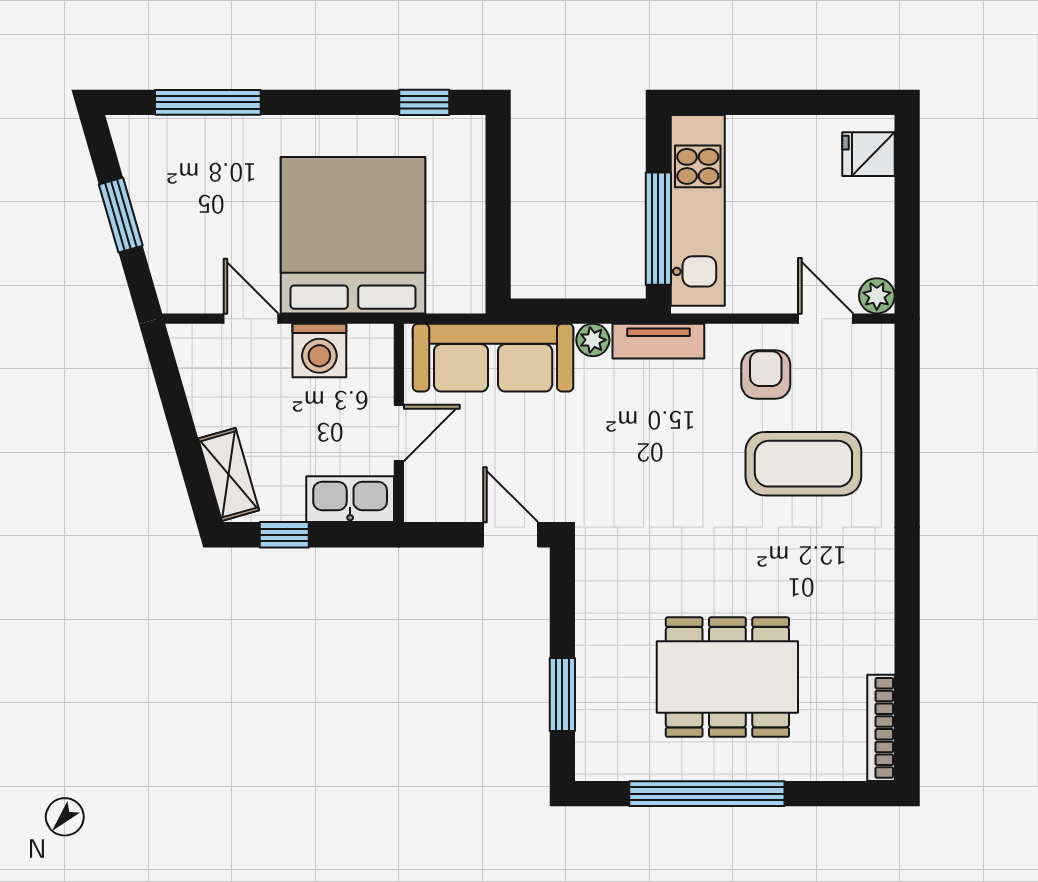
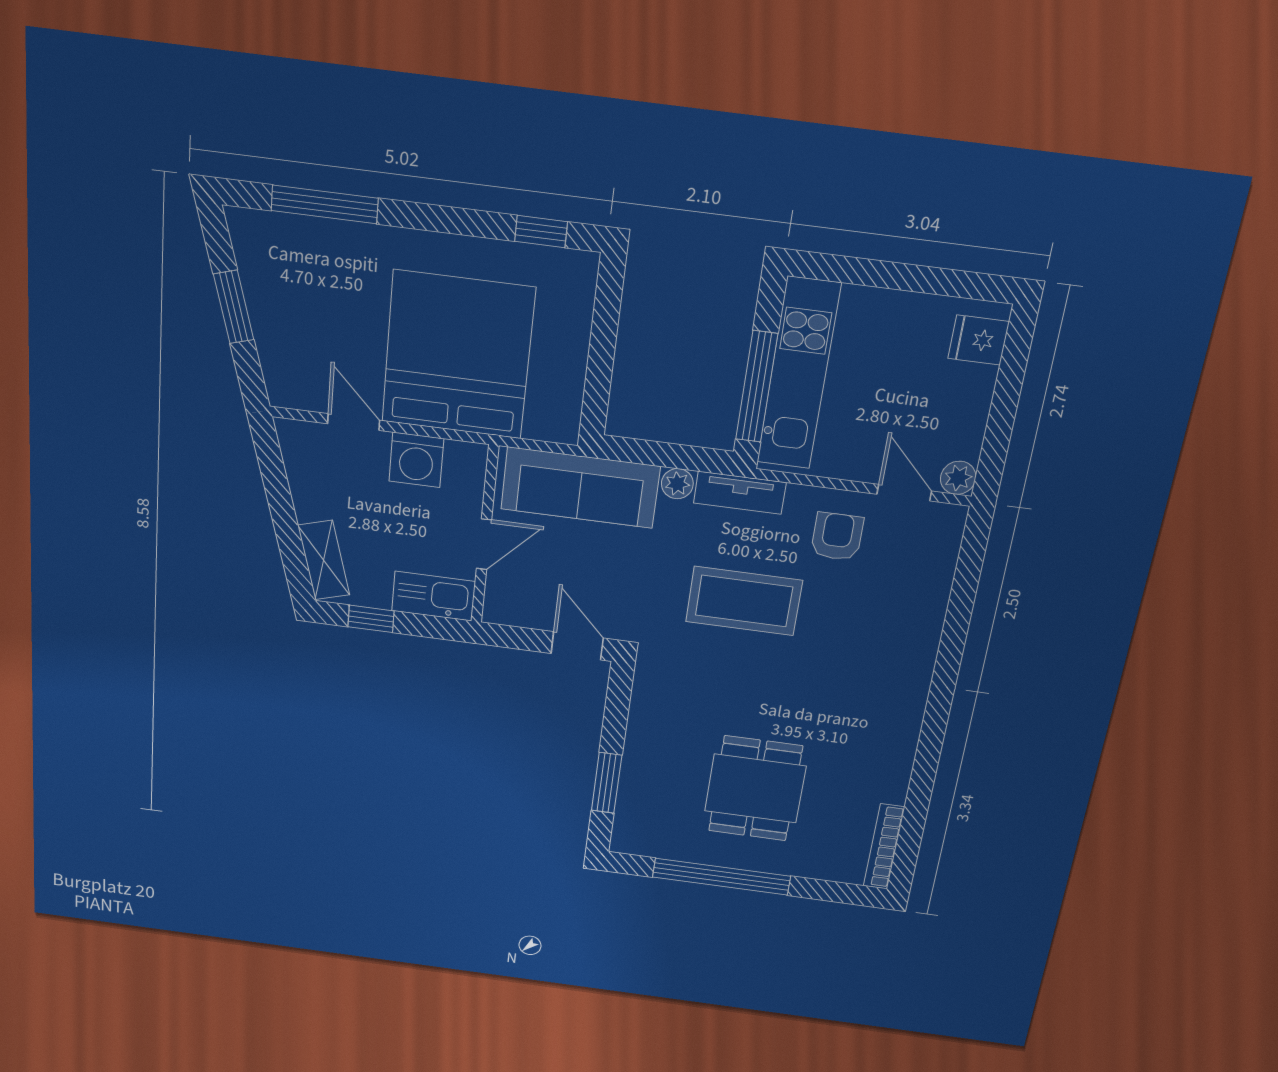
coffee table: (803, 464) -> (744, 601), moved
dining table: (727, 677) -> (755, 789), width x0.73

